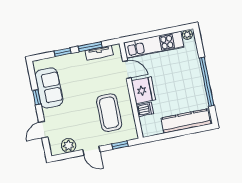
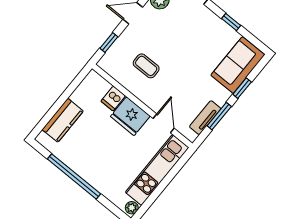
door: (127, 70) -> (164, 123), swing flipped
sofa: (49, 88) -> (238, 65), moved, turned 90
coffee table: (109, 113) -> (146, 66), width x0.54, depth x0.58
kitchen counter: (186, 121) -> (63, 120), width x0.67

